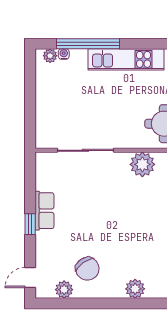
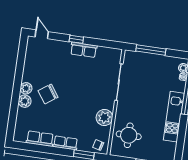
window: (30, 109) -> (151, 50), added
chair: (87, 269) -> (48, 94), moved
plant: (64, 290) -> (26, 88), moved

